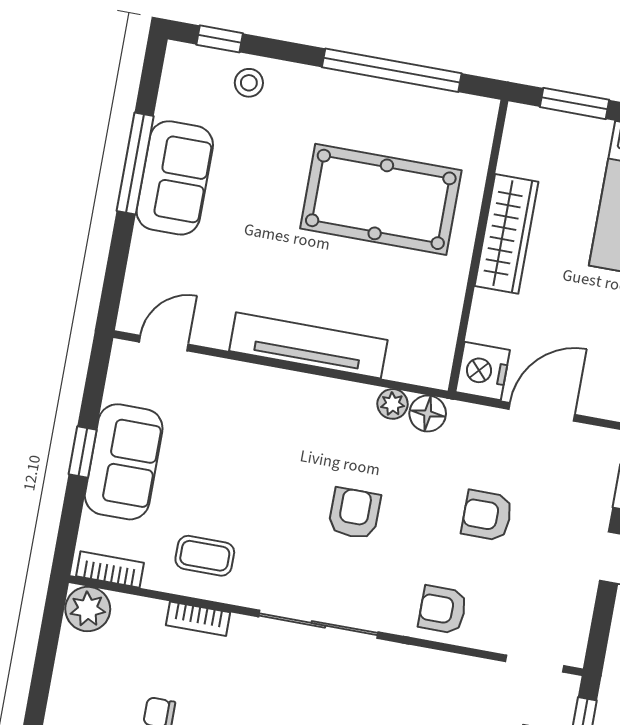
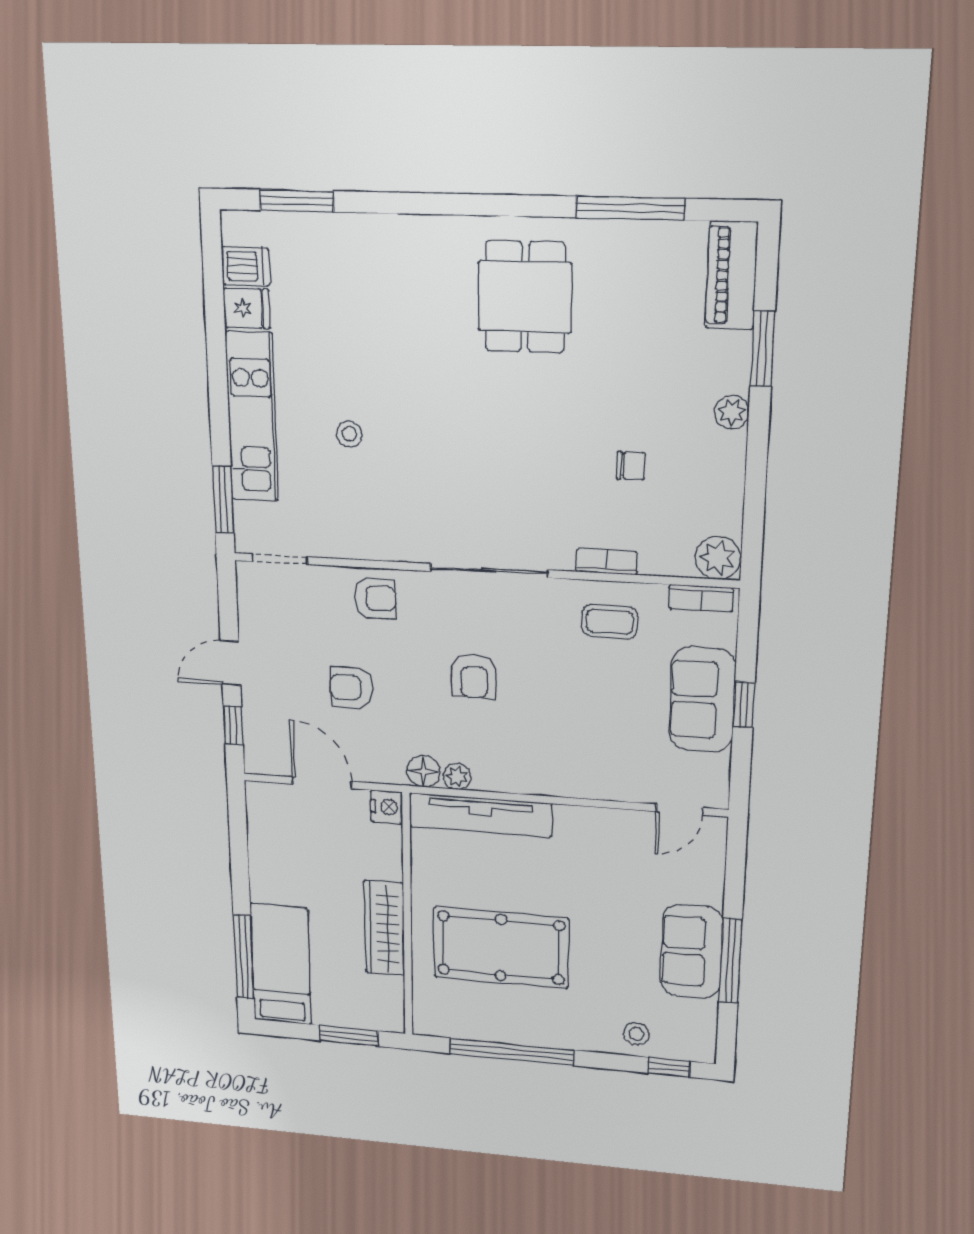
tv unit: (308, 345) -> (480, 815), moved
nightstand: (483, 371) -> (387, 807), width x0.74, depth x0.75
door: (542, 412) -> (322, 783), swing flipped
armchair: (487, 515) -> (352, 688), turned 180

